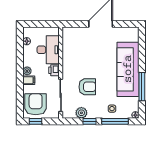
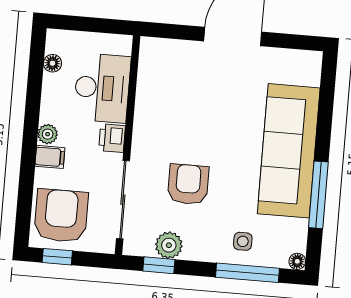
armchair: (87, 87) -> (188, 184), turned -90
window: (89, 121) -> (159, 265), moved

